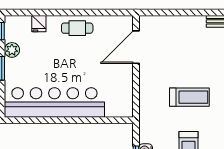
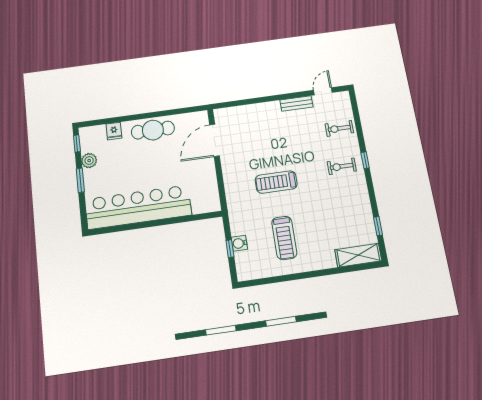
cafe table: (77, 28) -> (153, 130), width x1.37, depth x1.35
treadmill: (189, 97) -> (276, 182), turned 180

